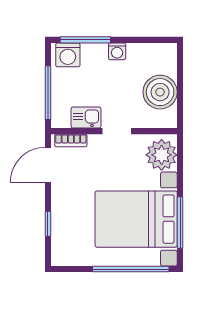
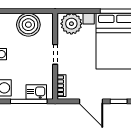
kitchen sink: (86, 118) -> (36, 92), moved, turned 90
door: (48, 165) -> (91, 101), moved

